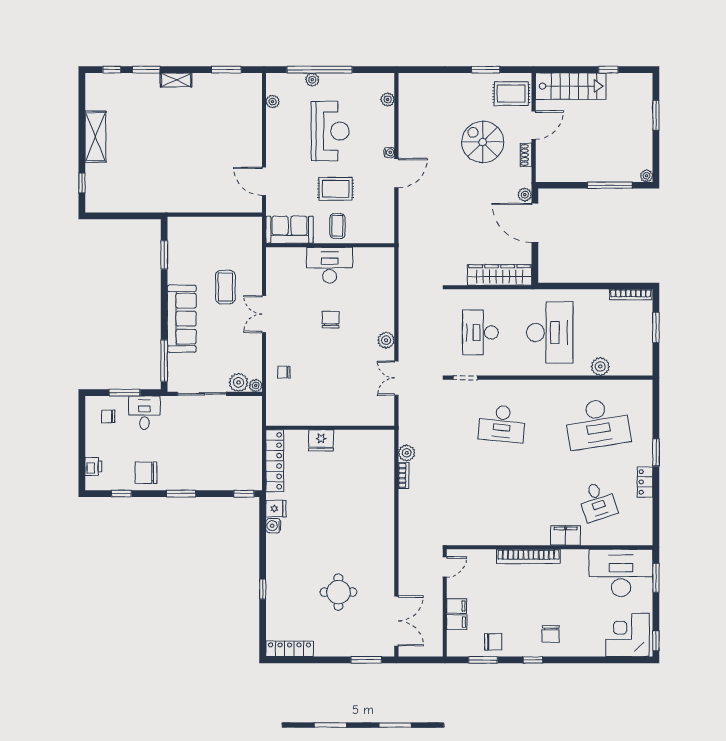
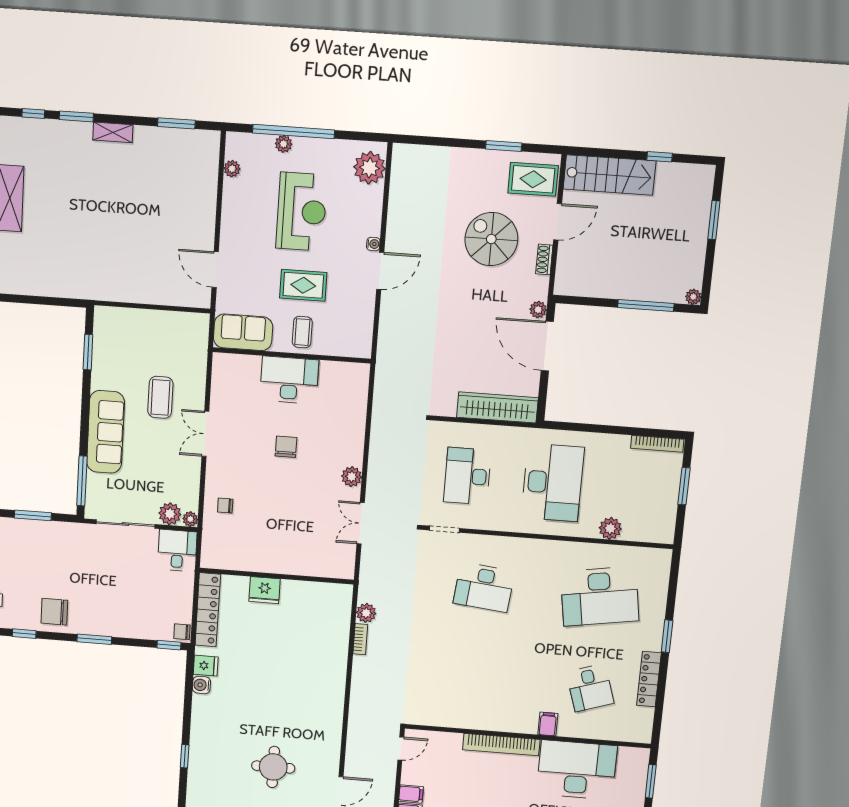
plant: (388, 99) -> (369, 168), width x1.88, depth x1.88
desk: (144, 413) -> (177, 551), moved
chair: (108, 416) -> (182, 632), moved
locker: (645, 482) -> (649, 679), width x1.53
filing cabinet: (566, 535) -> (548, 724), width x0.50
desk: (621, 573) -> (577, 770), moved

